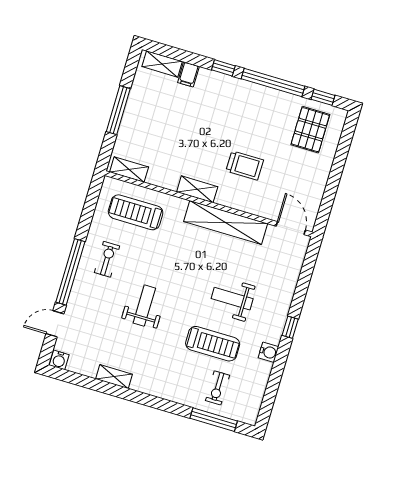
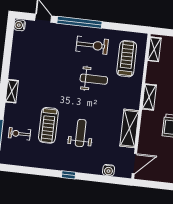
shelving: (226, 223) -> (129, 128), width x0.68
exercise bike: (107, 259) -> (92, 45), width x1.38, depth x1.39
weight bench: (144, 306) -> (94, 79), moved
water cooler: (268, 352) -> (109, 170), moved
shelving: (114, 377) -> (12, 91), moved

